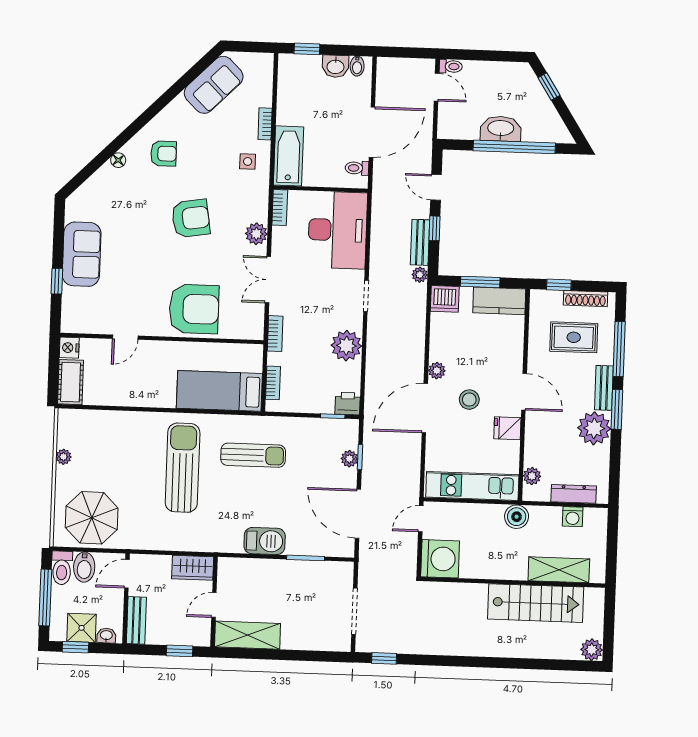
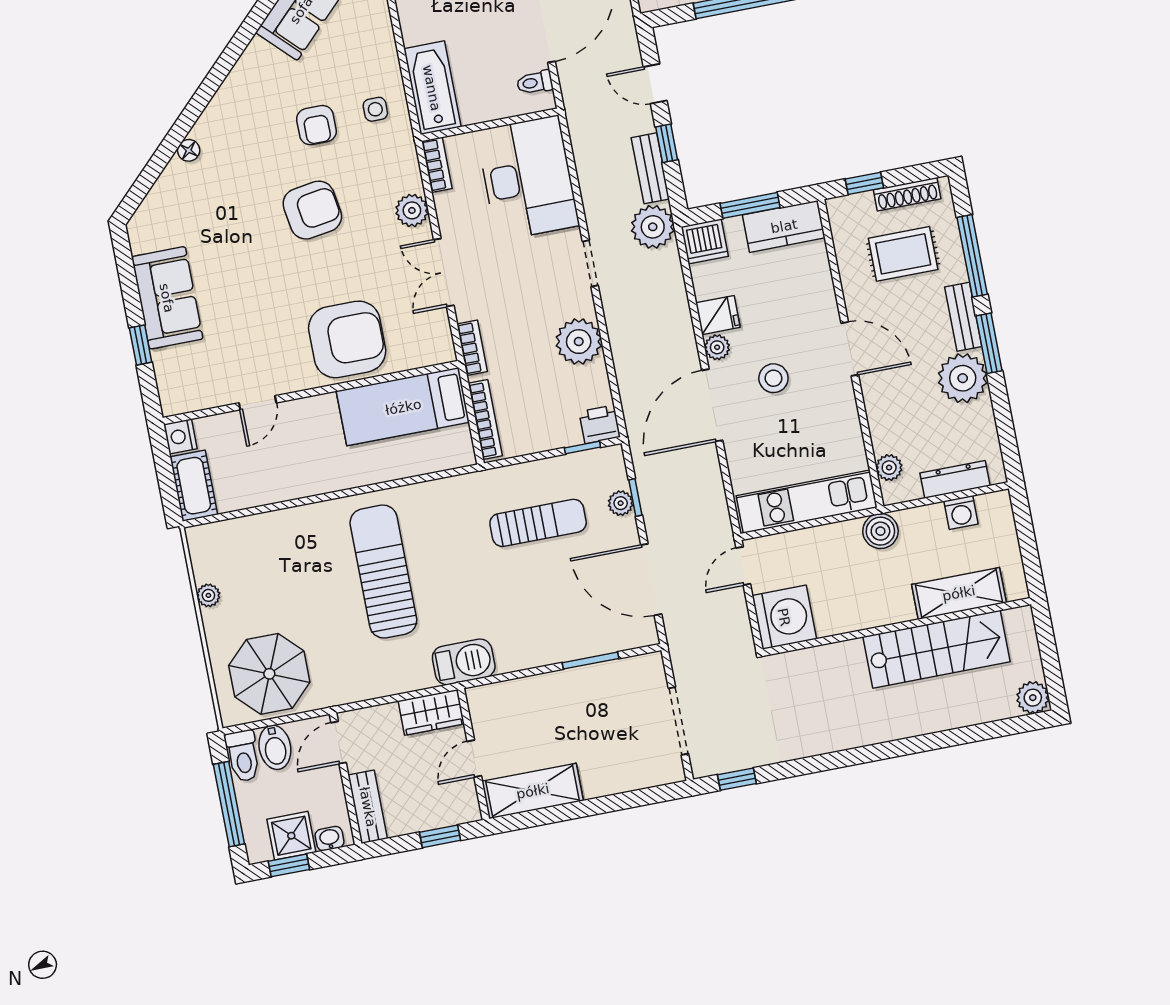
bookcase: (265, 124) -> (388, 49), removed
armchair: (163, 154) -> (316, 125), moved, turned 90
plant: (420, 275) -> (653, 227), width x1.87, depth x1.87
bookcase: (273, 383) -> (485, 420), width x1.56
bed: (219, 391) -> (403, 407), moved
fridge: (507, 428) -> (718, 315), moved, turned 180
sun lounger: (253, 455) -> (538, 523), moved
barbecue: (265, 541) -> (464, 662), moved

